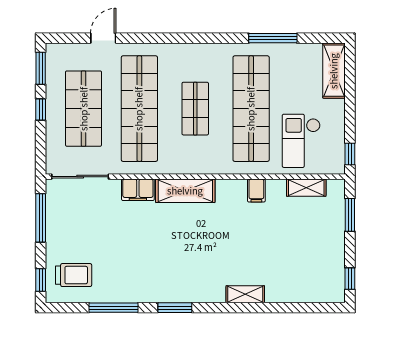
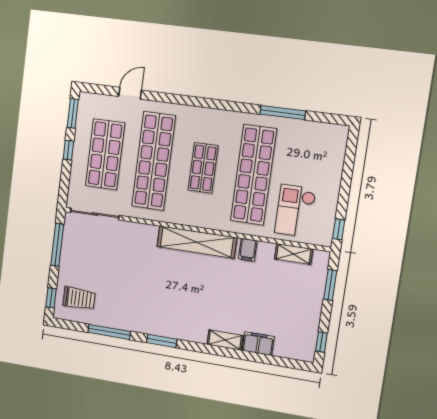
shelving: (334, 71) -> (336, 150), removed
filing cabinet: (138, 190) -> (258, 344), moved, turned 180
shelving: (185, 191) -> (197, 242), width x1.47

